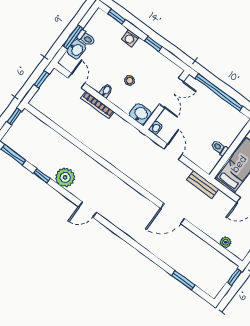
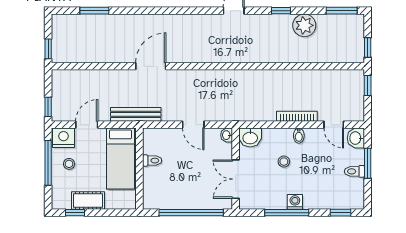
washing machine: (130, 38) -> (295, 202), moved
window: (153, 44) -> (287, 213), width x2.17
washbasin: (76, 49) -> (356, 138), moved
window: (42, 80) -> (368, 85), moved
window: (42, 176) -> (281, 11), moved
plant: (65, 177) -> (304, 25), moved
bench: (203, 184) -> (136, 114), width x1.36
plant: (226, 242) -> (81, 76), removed

